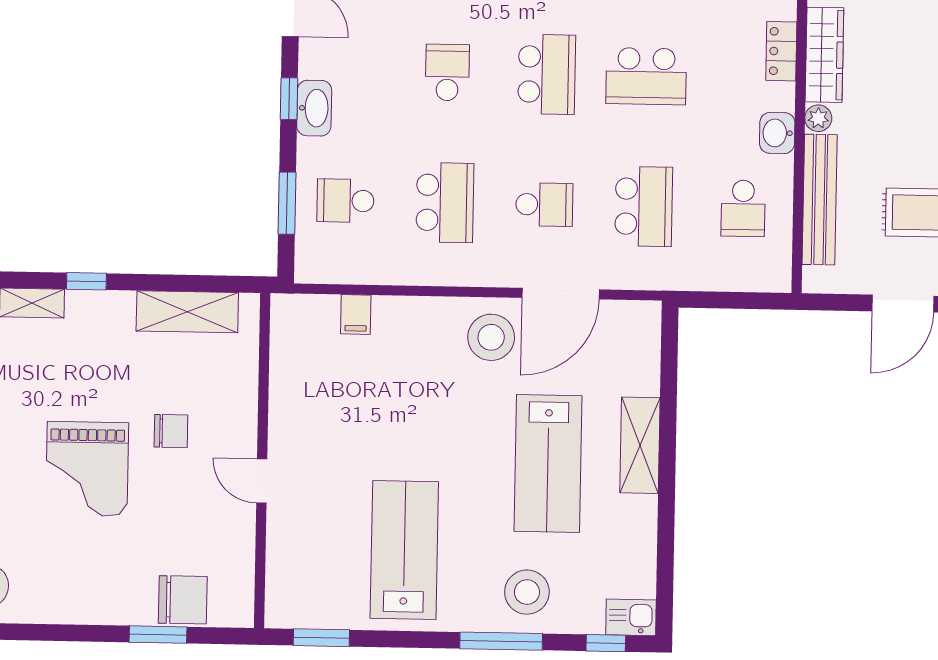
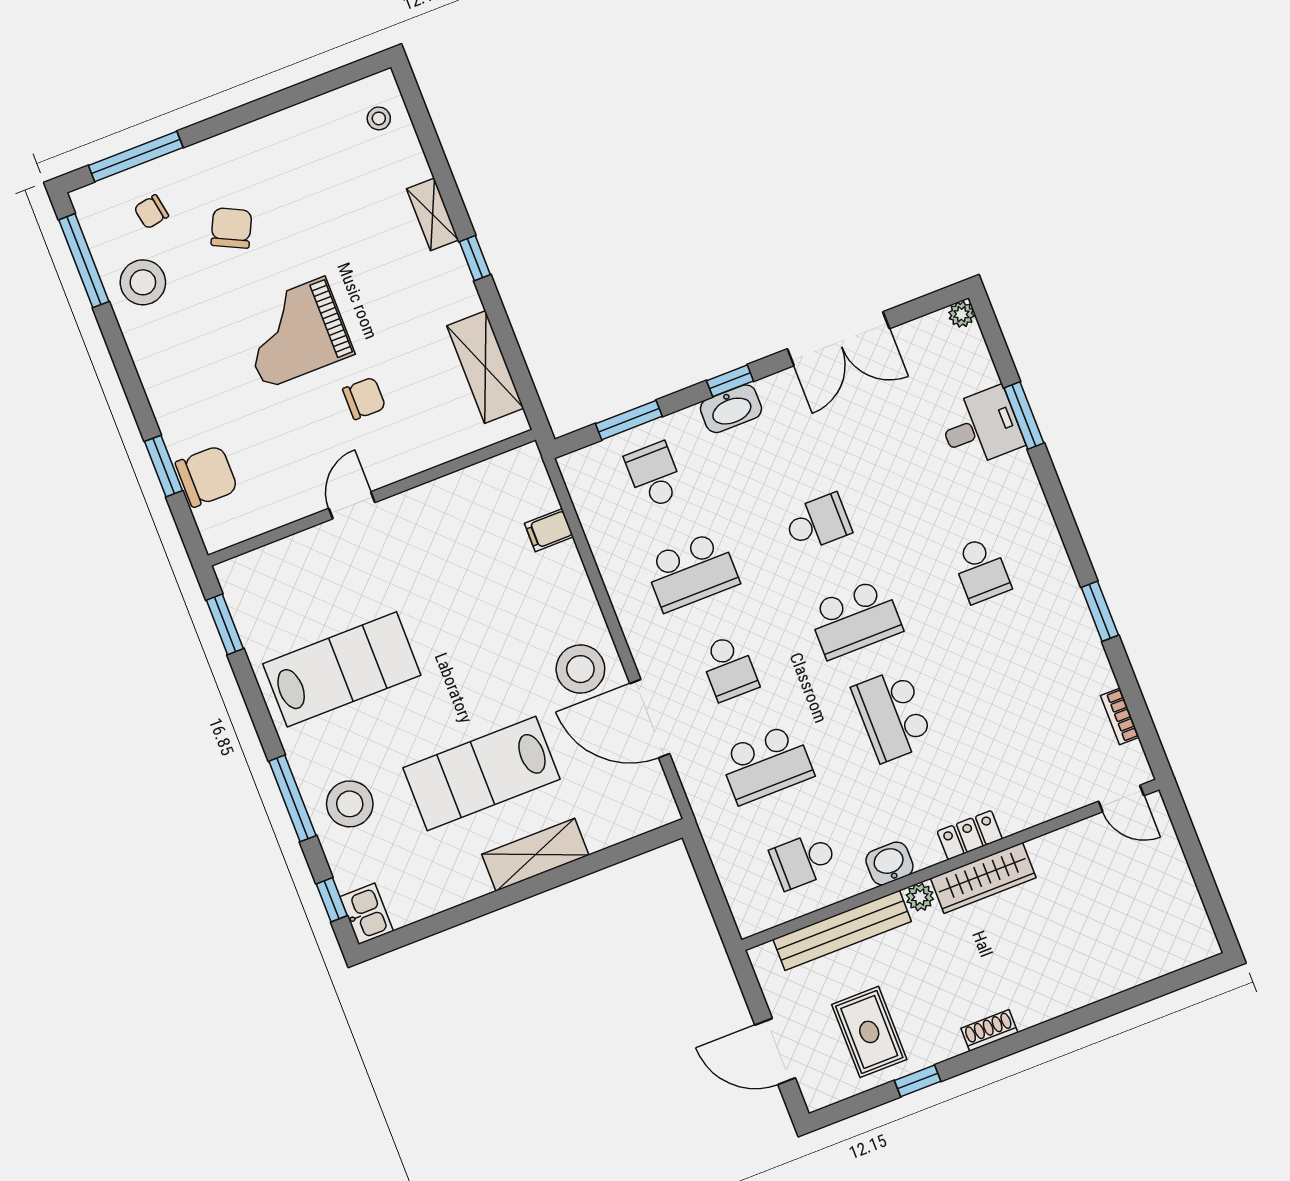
chair: (171, 431) -> (364, 398), turned -90
chair: (183, 600) -> (207, 476), turned -90

